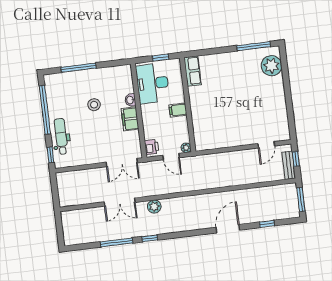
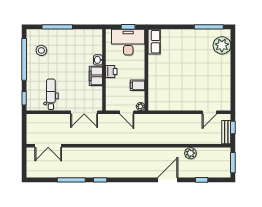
desk: (152, 83) -> (128, 42), moved, turned 90
stool: (94, 105) -> (41, 50), moved
filing cabinet: (178, 110) -> (138, 85), moved
dental chair: (61, 136) -> (51, 94), moved
printer: (152, 147) -> (111, 72), moved
double door: (120, 202) -> (48, 146), moved
plant: (154, 206) -> (190, 153), moved

